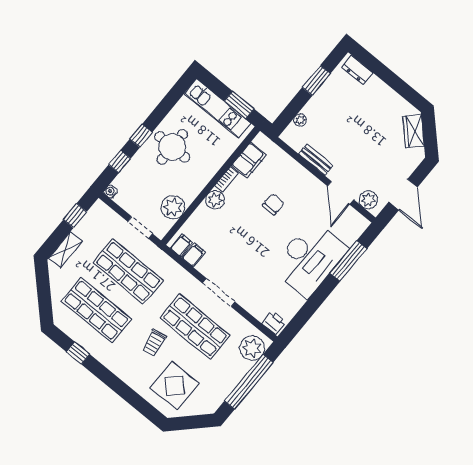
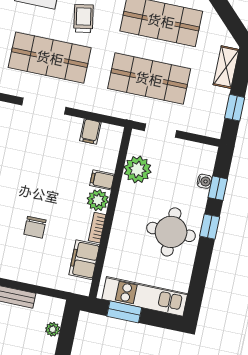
water cooler: (111, 192) -> (204, 181), moved
filing cabinet: (181, 245) -> (102, 180), moved, turned 90

